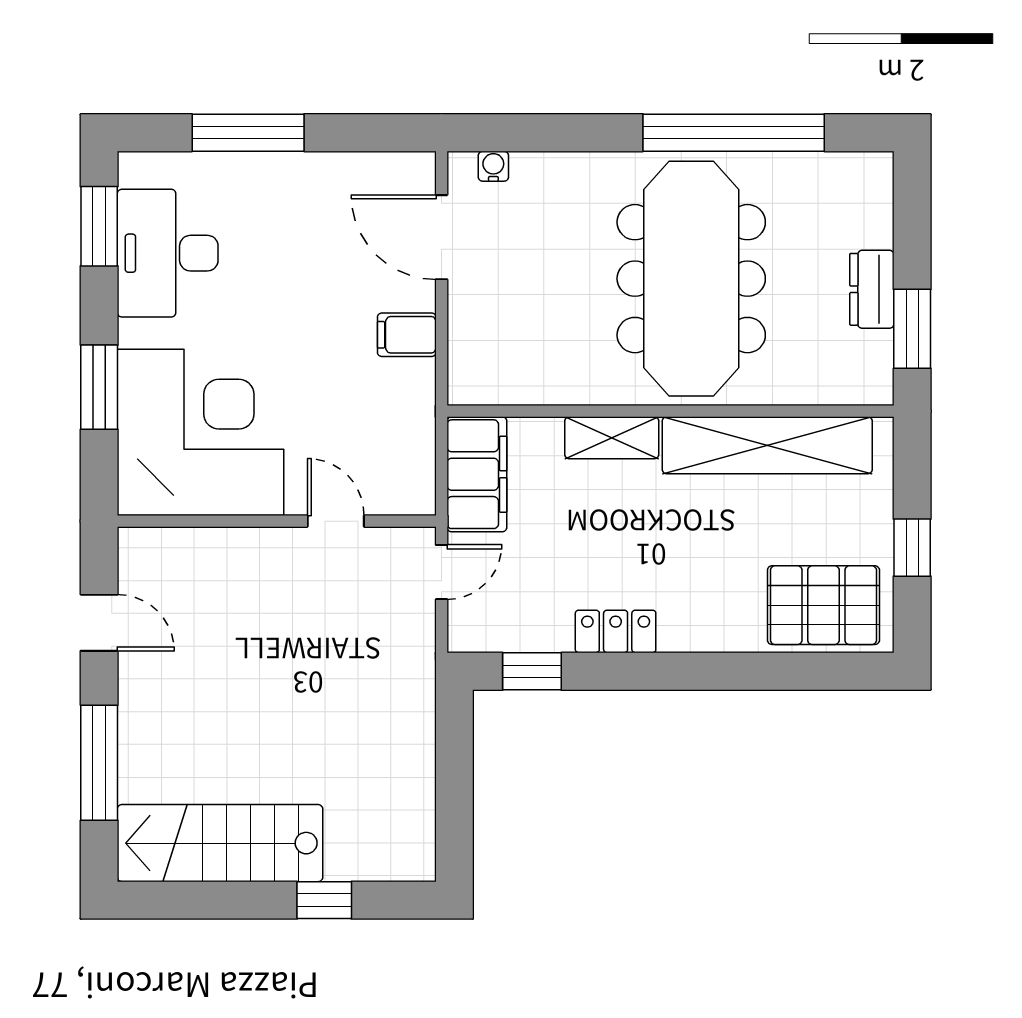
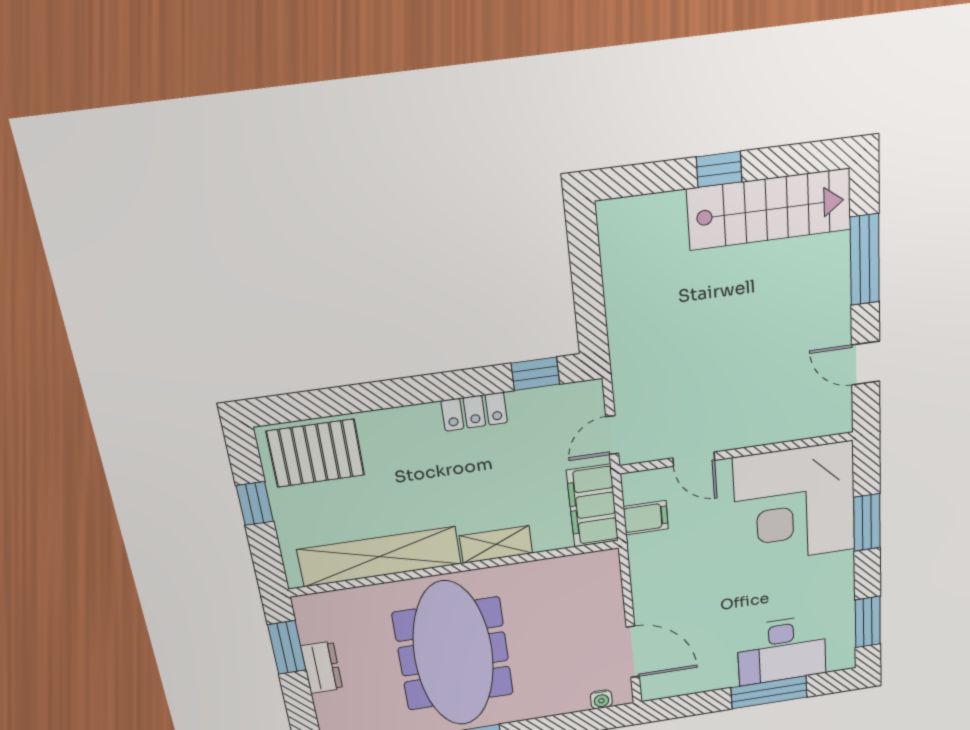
desk: (168, 253) -> (782, 650), moved, turned 90
filing cabinet: (407, 335) -> (646, 518), moved
window: (324, 900) -> (719, 169), moved

